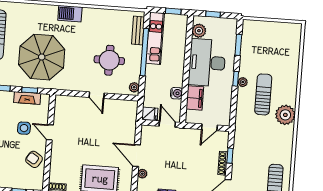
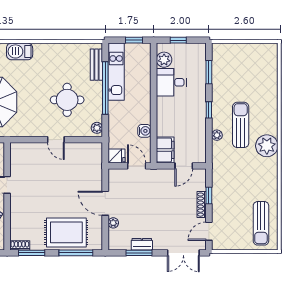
desk: (207, 63) -> (171, 82), width x0.53, depth x0.77
plant: (243, 82) -> (217, 135), moved
filing cabinet: (195, 98) -> (165, 150), moved

